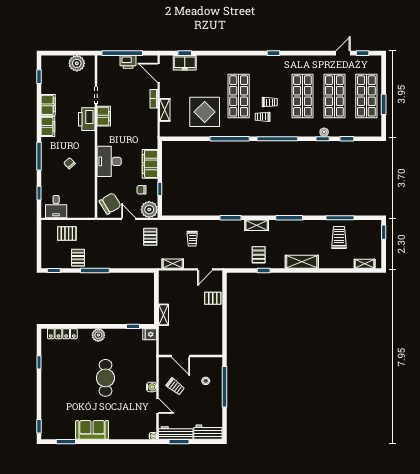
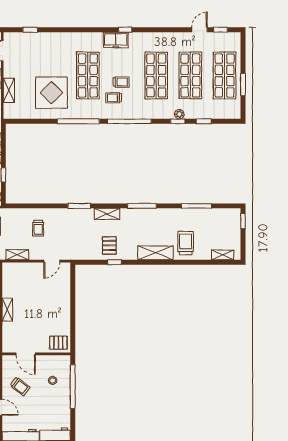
freezer: (185, 63) -> (116, 40), moved
trolley: (339, 238) -> (186, 243), moved
pallet: (213, 298) -> (58, 343), moved

